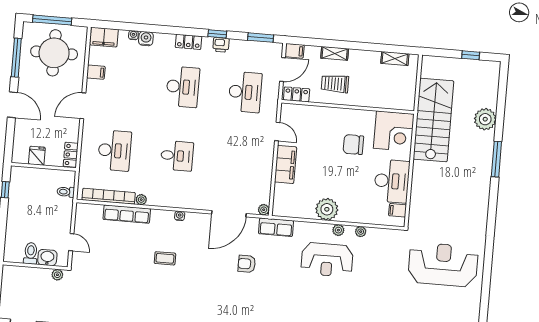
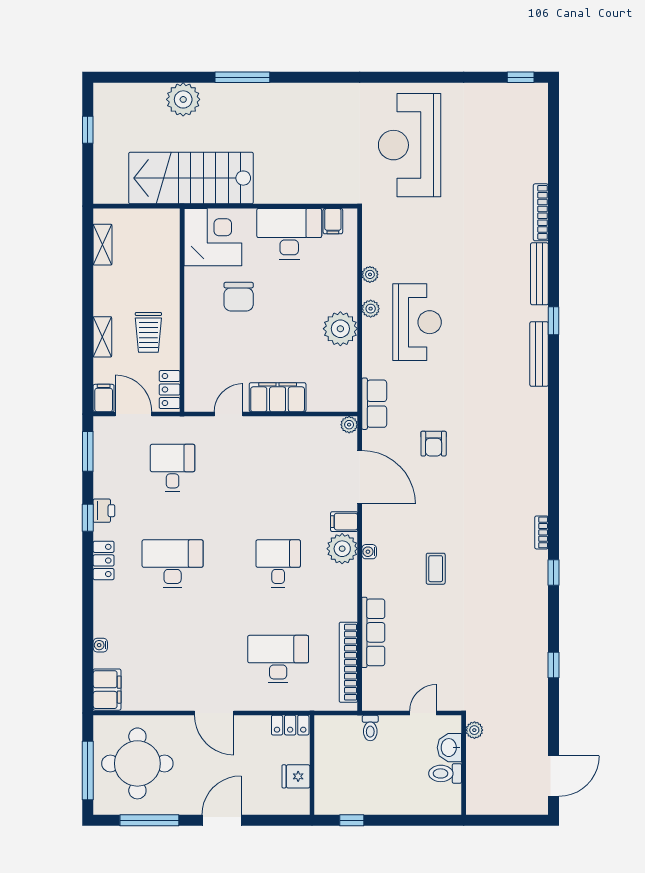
water cooler: (146, 39) -> (104, 626), removed
filing cabinet: (96, 72) -> (344, 522), moved, turned -90
desk: (245, 92) -> (173, 468), width x0.73
toilet: (66, 192) -> (370, 728), moved
plant: (141, 200) -> (342, 549), moved, width x1.87, depth x1.87

